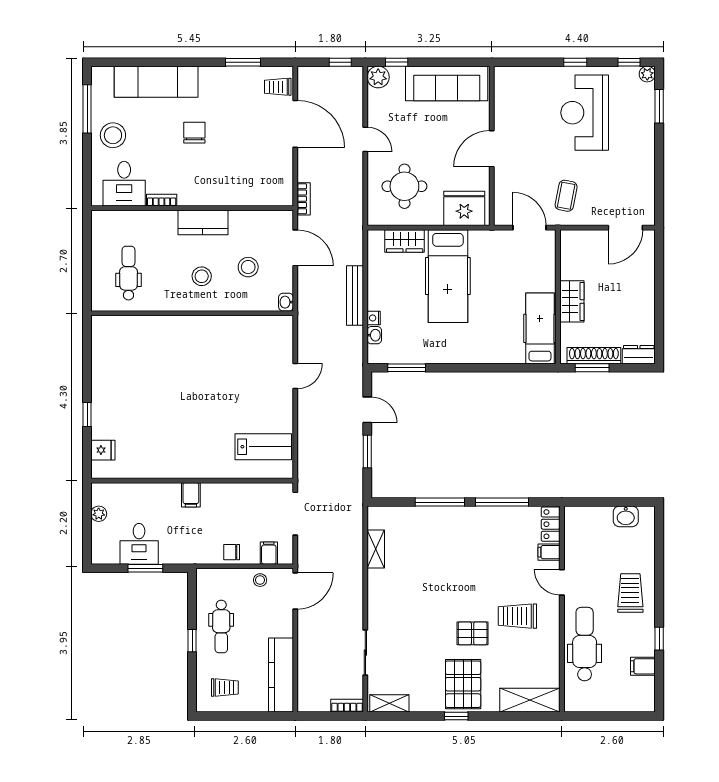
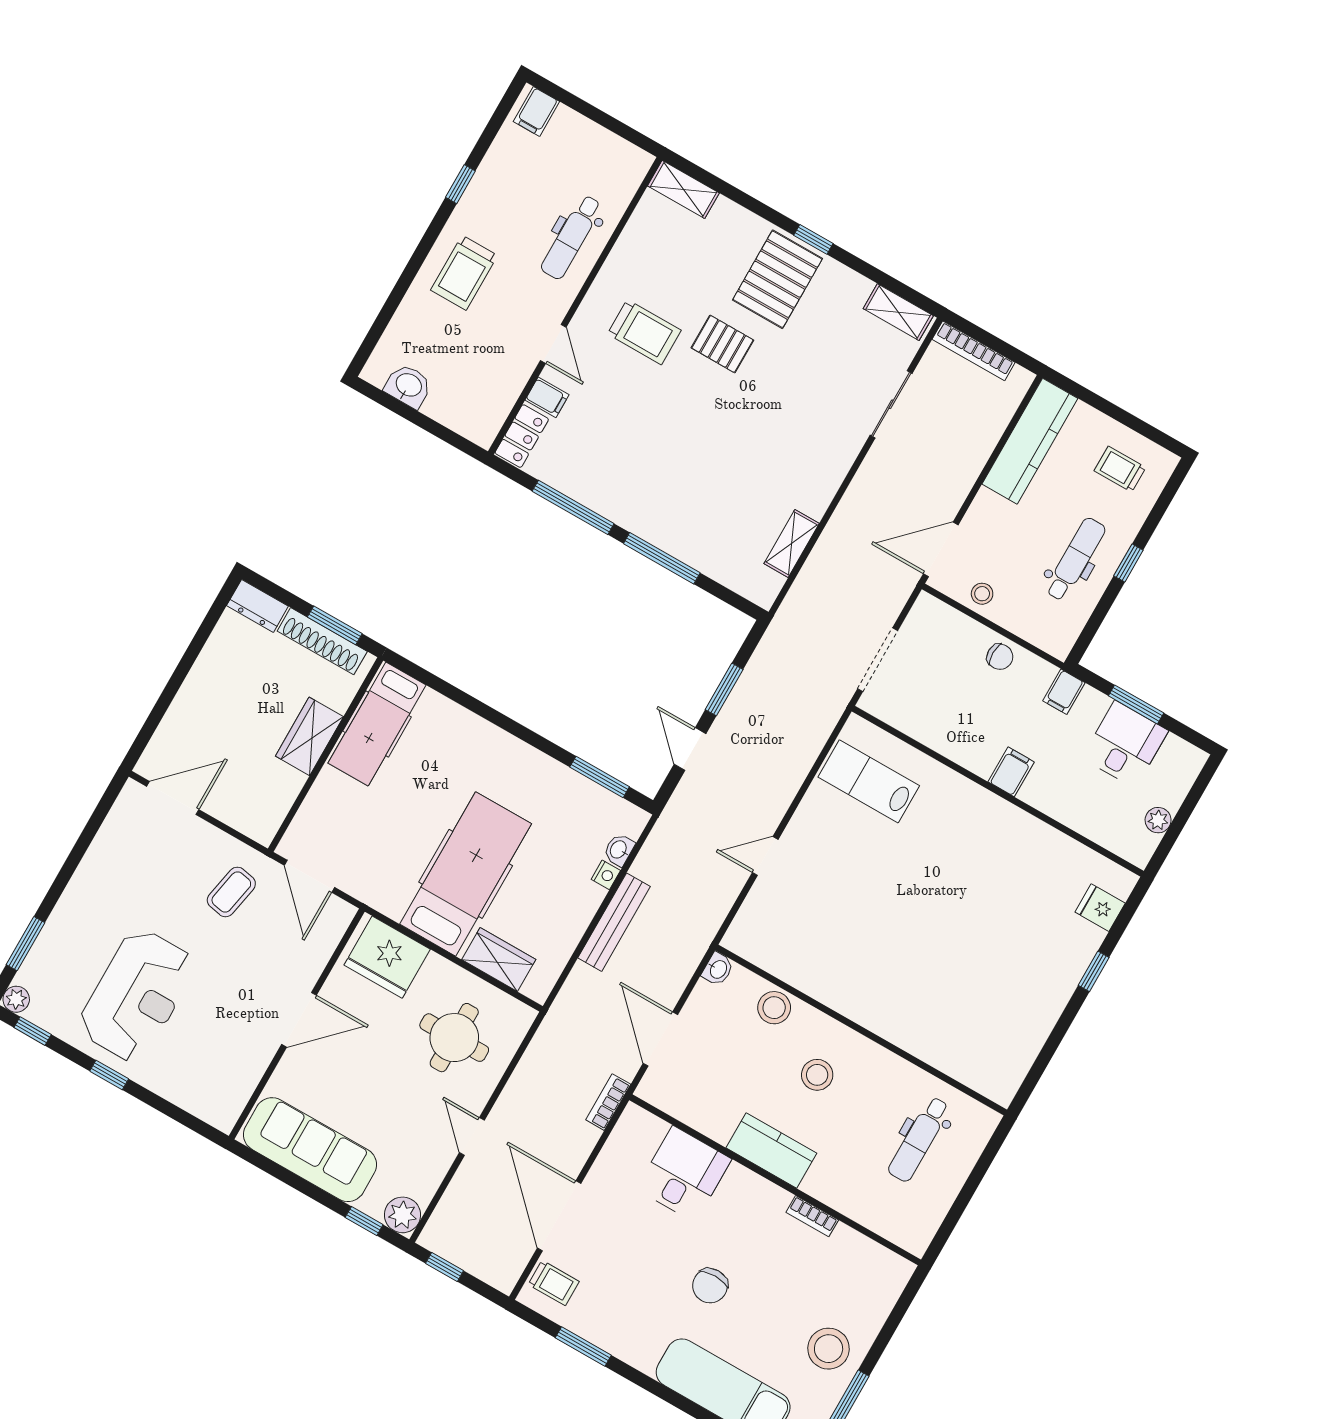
desk: (124, 184) -> (684, 1174), moved
stool: (248, 267) -> (774, 1008), moved
filing cabinet: (269, 553) -> (1064, 692), moved
dental chair: (585, 644) -> (571, 237), width x0.73, depth x0.72
filing cabinet: (643, 666) -> (536, 111), moved, turned 90
shelving: (530, 700) -> (683, 189), width x0.67, depth x0.75
bookcase: (347, 706) -> (974, 351), width x1.56

